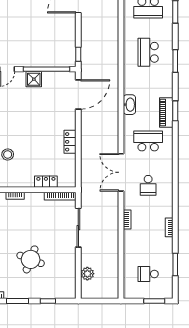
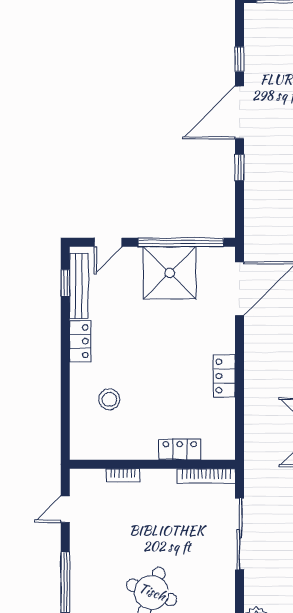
window: (78, 54) -> (239, 167), moved
shower: (34, 79) -> (170, 273), width x1.86, depth x1.86

